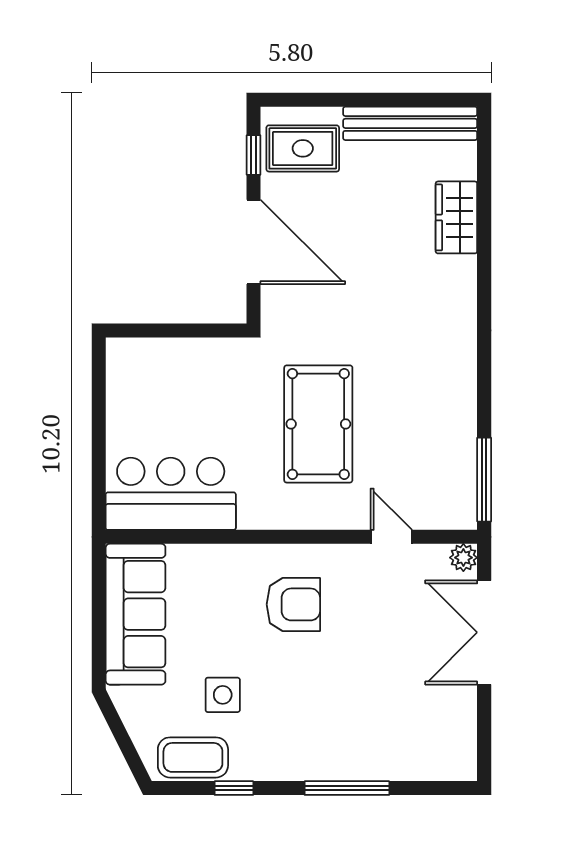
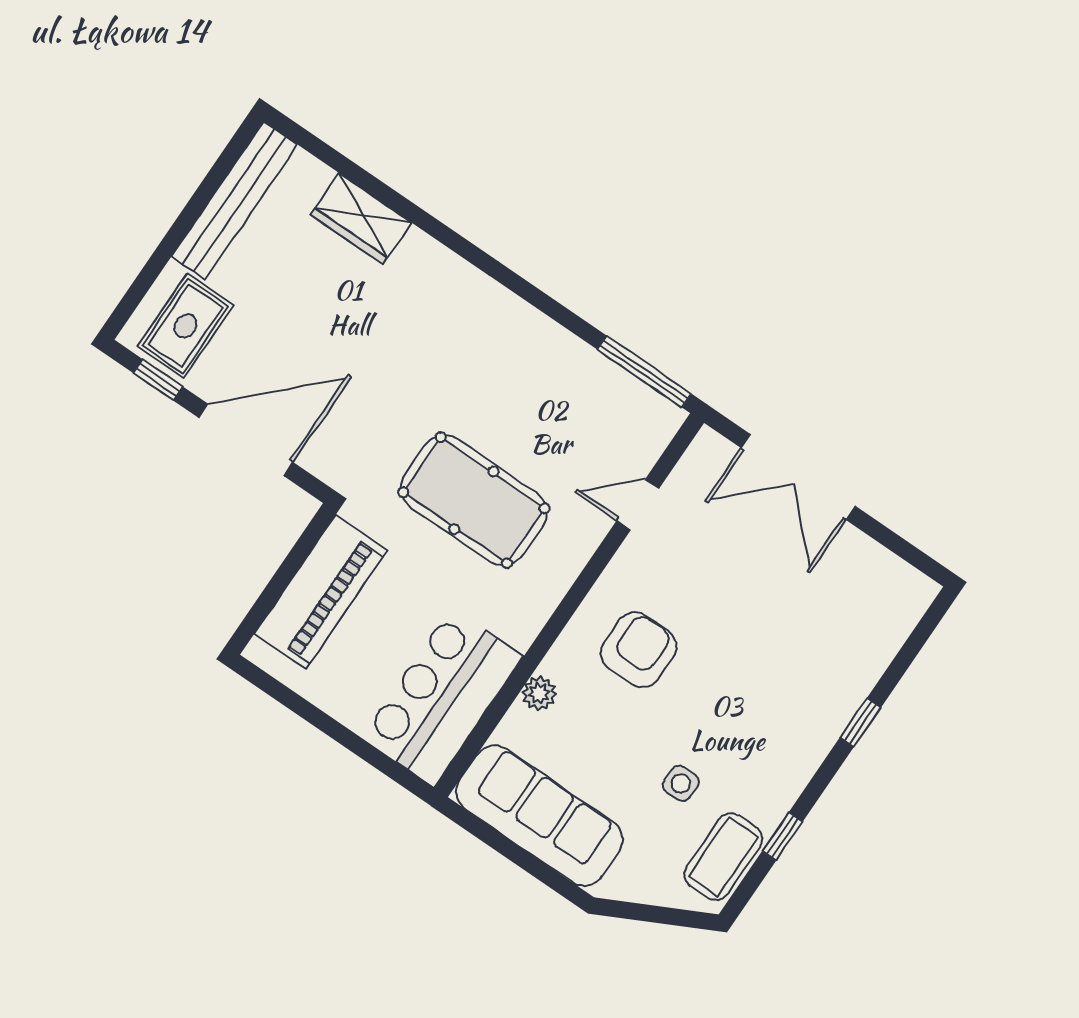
piano: (185, 363) -> (321, 592), added
plant: (463, 558) -> (539, 693), moved
side table: (223, 695) -> (681, 783), width x0.73, depth x0.73
window: (347, 788) -> (860, 722), width x0.46

